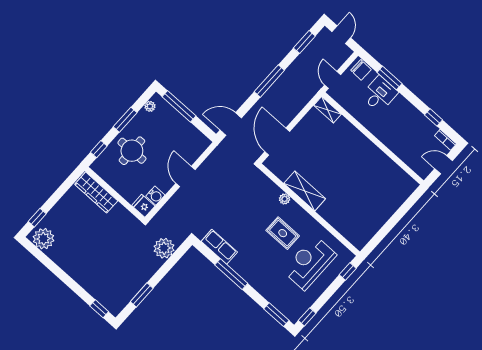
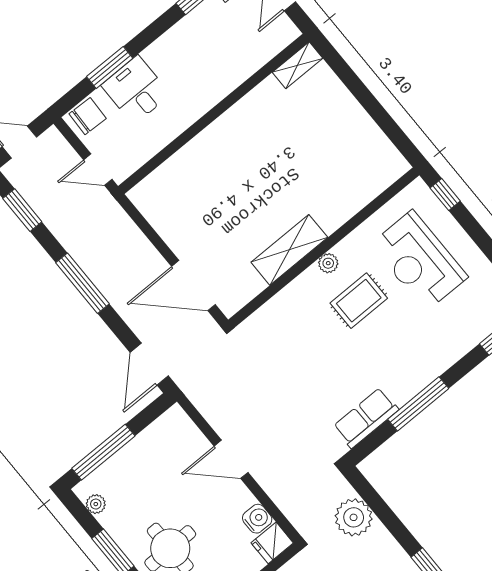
shelving: (328, 110) -> (297, 65), moved
plant: (285, 199) -> (328, 263), moved

